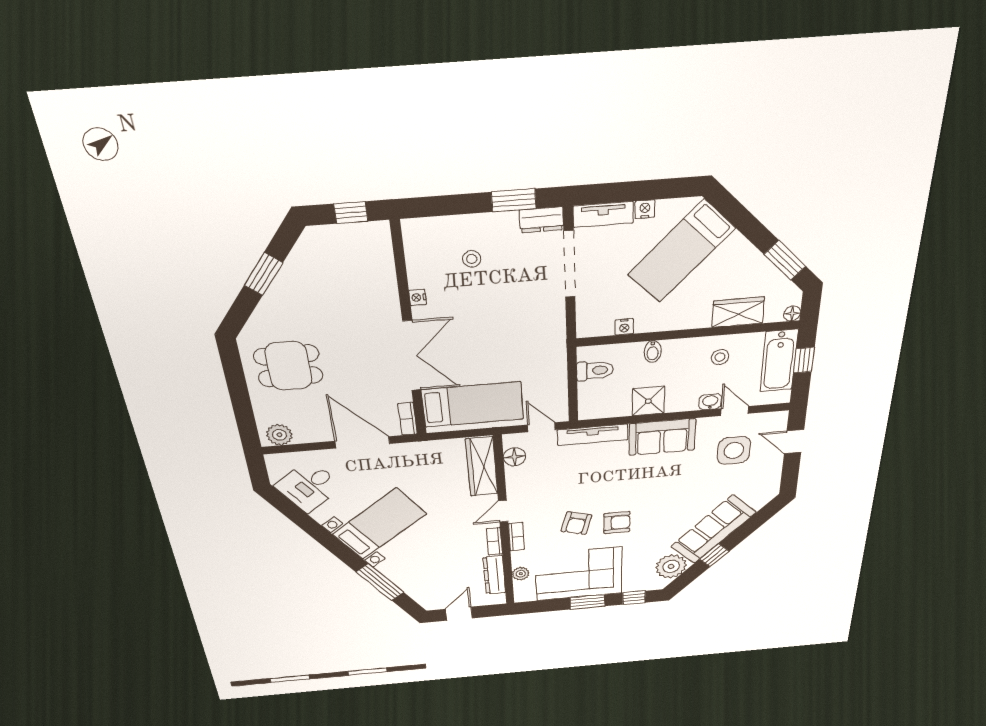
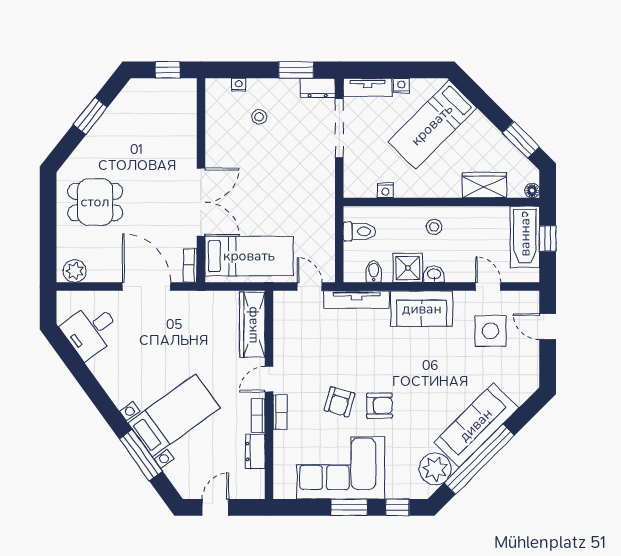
nightstand: (418, 297) -> (239, 85), moved, turned 90
bidet: (653, 351) -> (374, 272), moved, turned 180
stool: (720, 357) -> (434, 227), moved
washbasin: (710, 402) -> (434, 274), moved
floor lamp: (515, 457) -> (283, 317), removed
bed with nightstands: (379, 524) -> (174, 415), moved
window: (714, 555) -> (479, 459), width x3.17
plant: (521, 574) -> (282, 461), removed
dresser: (494, 575) -> (255, 452), width x0.70

